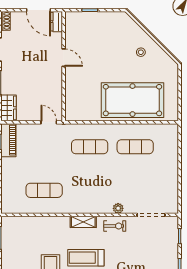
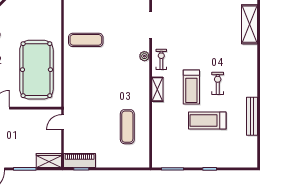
pool table: (132, 100) -> (36, 70), moved
exercise mat: (90, 147) -> (86, 83), removed
exercise mat: (135, 147) -> (86, 40), turned 90

